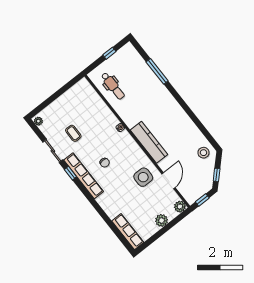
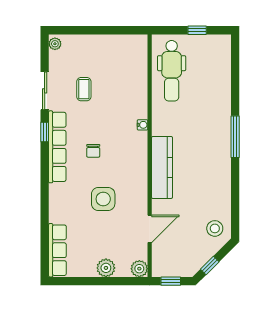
window: (157, 71) -> (235, 137), moved
dental chair: (113, 86) -> (172, 71), width x1.36, depth x1.38
side table: (143, 177) -> (103, 199), moved

